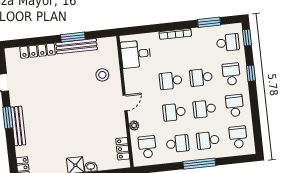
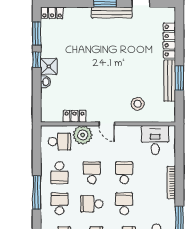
school desk: (204, 109) -> (92, 204), turned -90
bench: (18, 126) -> (112, 13), moved
plant: (134, 126) -> (83, 135), width x1.88, depth x1.88
locker: (123, 149) -> (75, 116), moved

